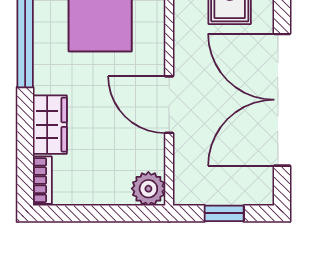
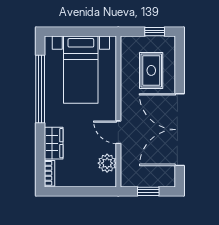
door: (169, 105) -> (118, 132), width x0.73
plant: (148, 189) -> (107, 163), moved

